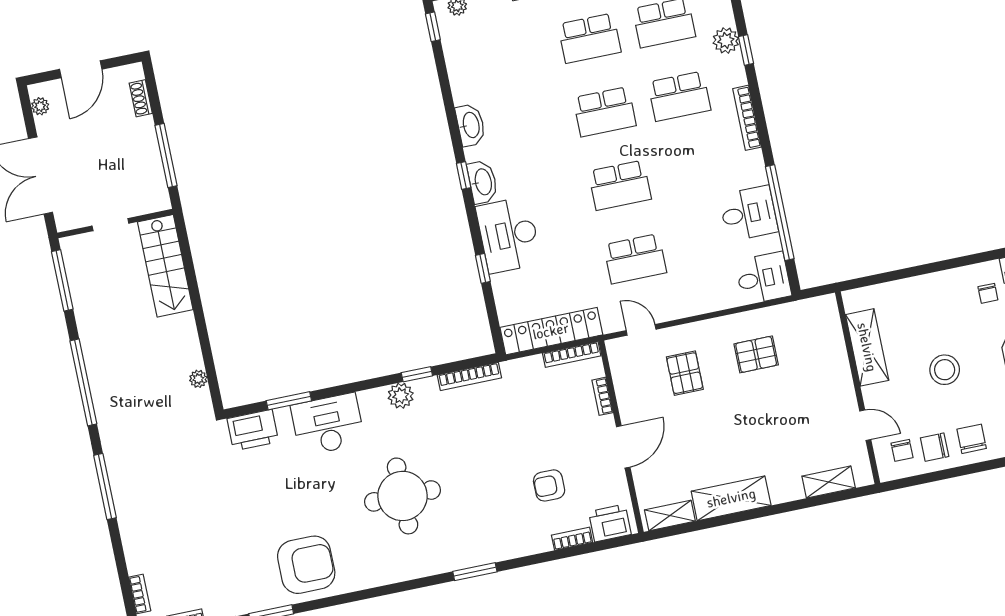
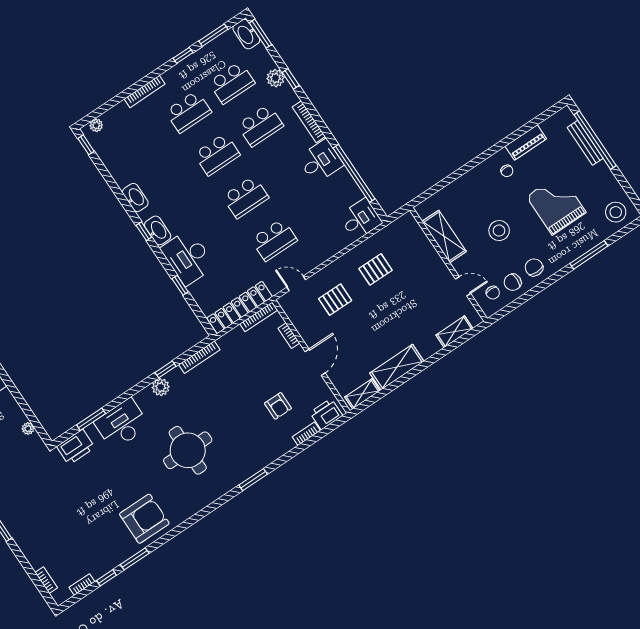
desk: (749, 213) -> (321, 161), moved
pallet: (685, 373) -> (335, 300), turned 90
armchair: (549, 485) -> (278, 406), turned -90

